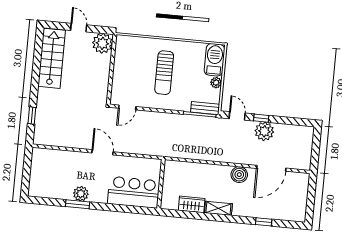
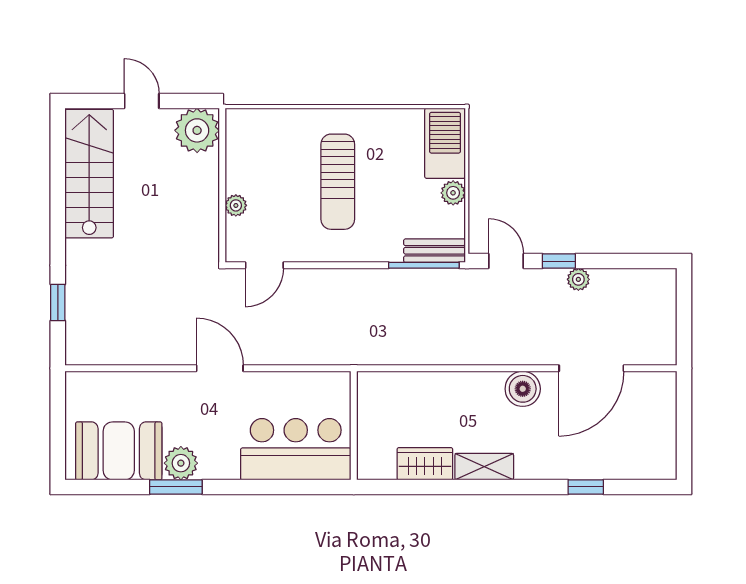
plant: (117, 79) -> (236, 205), added
plant: (264, 131) -> (578, 279), width x0.53, depth x0.53
booth: (53, 185) -> (119, 451), added

